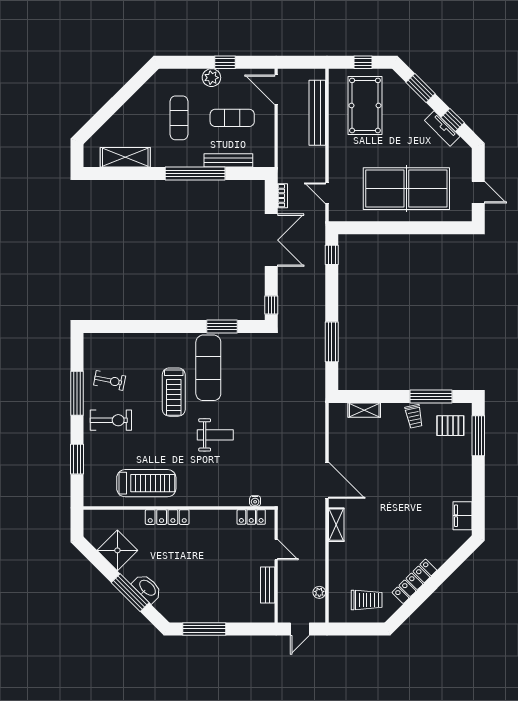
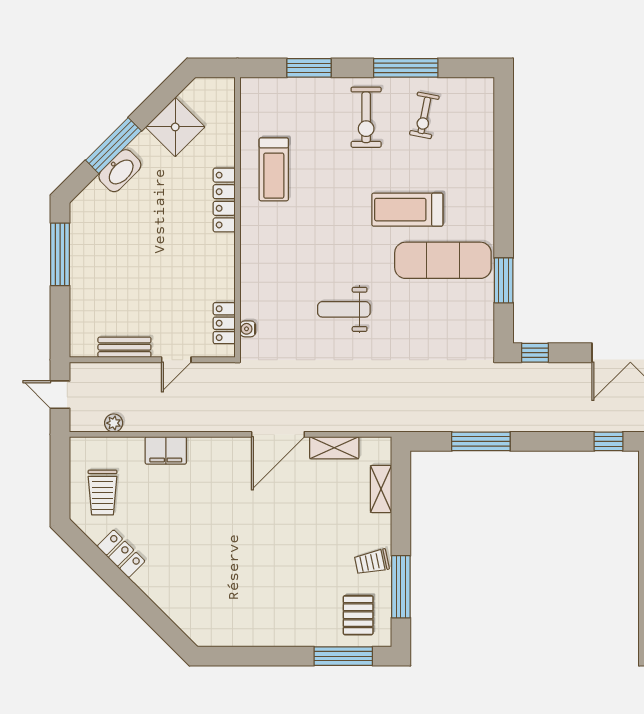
weight bench: (215, 435) -> (344, 309), moved, turned 90
treadmill: (146, 483) -> (274, 169), width x0.73, depth x0.73
filing cabinet: (463, 516) -> (166, 450), moved, turned 180
shelving: (336, 525) -> (334, 448), moved
locker: (414, 581) -> (121, 554), width x0.66

